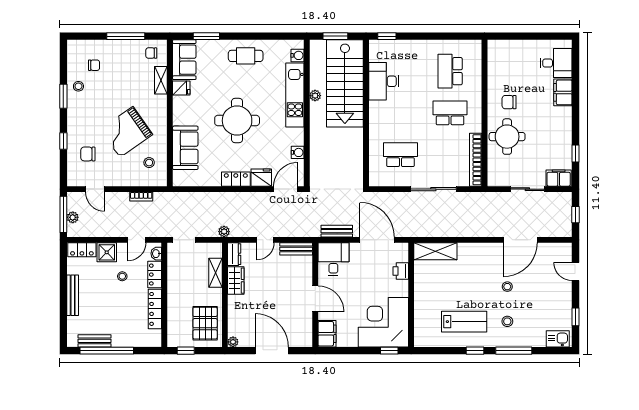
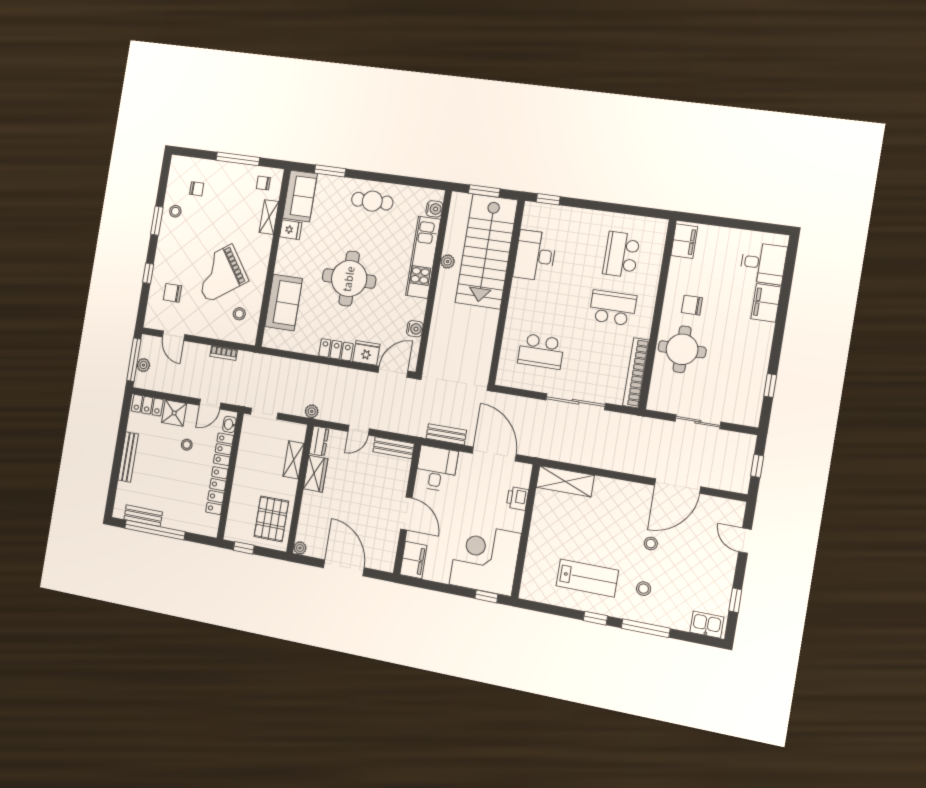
school desk: (400, 155) -> (541, 351), turned 180
filing cabinet: (559, 178) -> (684, 241), moved, turned 90

